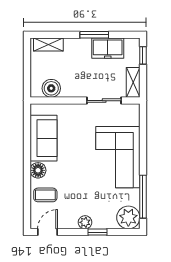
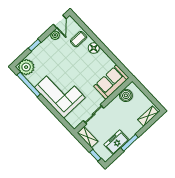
sofa: (44, 138) -> (111, 82), moved, turned 90
plant: (85, 222) -> (55, 35), moved

